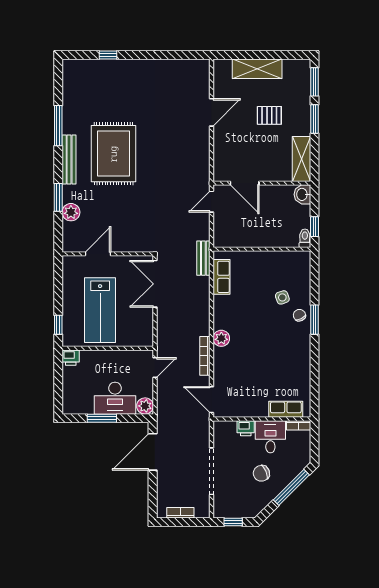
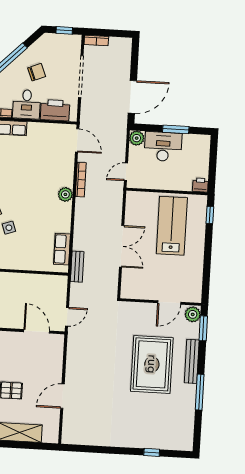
door: (98, 254) -> (169, 302), moved
wall: (108, 254) -> (161, 302), moved
printer: (246, 428) -> (55, 110), width x1.87, depth x1.48
bookcase: (180, 513) -> (96, 40), moved

